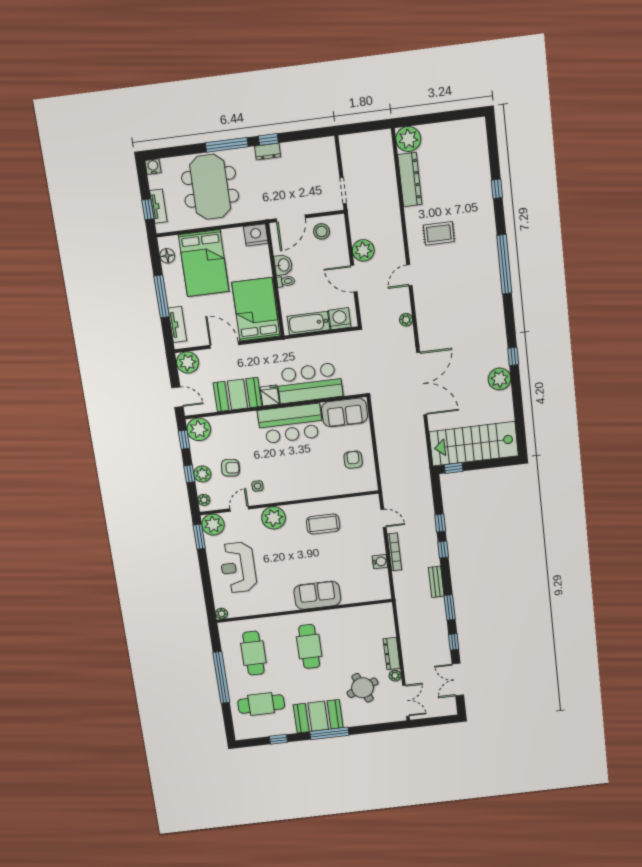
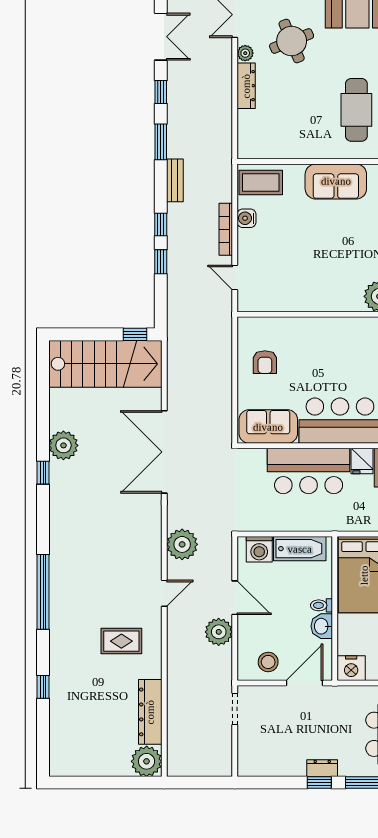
plant: (406, 320) -> (182, 544), width x1.87, depth x1.87
coffee table: (323, 524) -> (261, 182), moved

